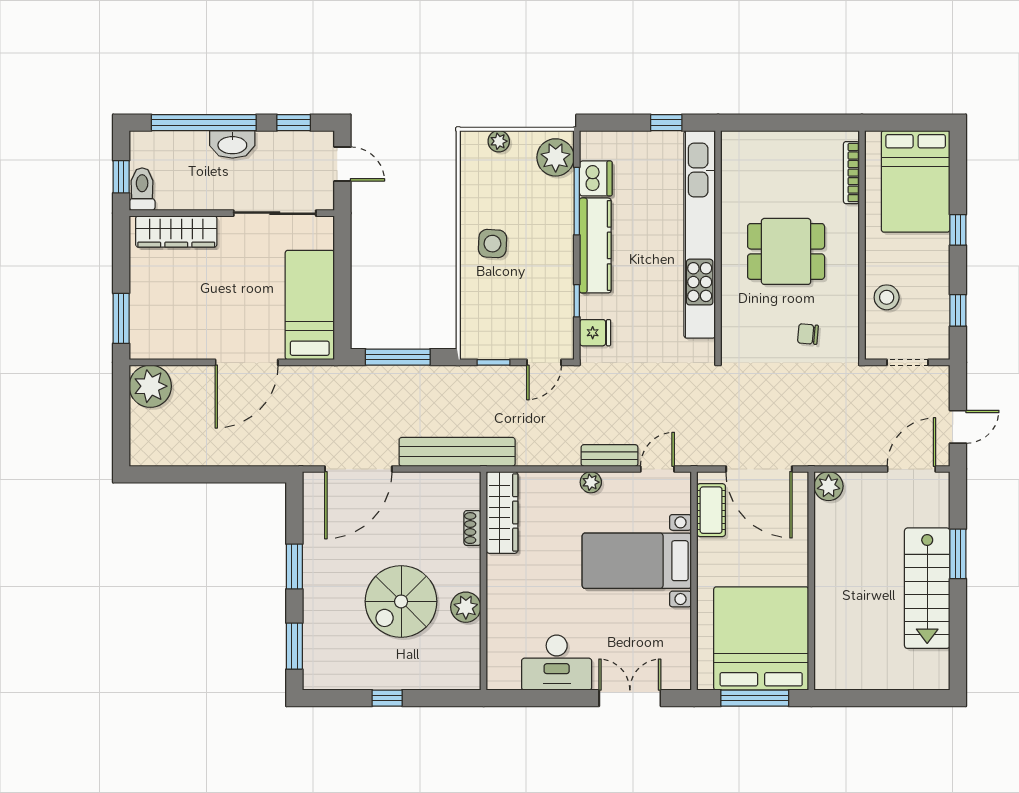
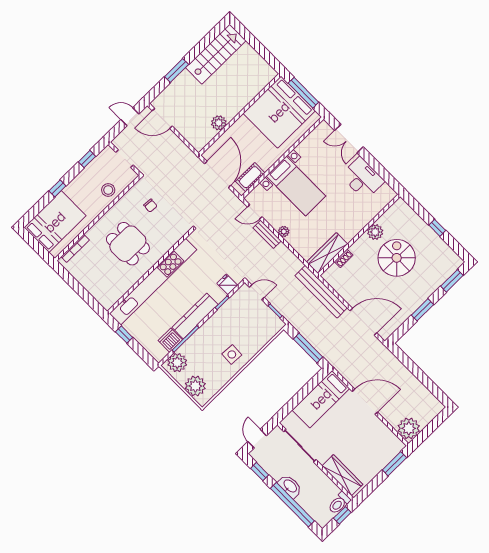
plant: (499, 141) -> (195, 386), width x1.87, depth x1.87
plant: (829, 486) -> (219, 123), moved
stairs: (927, 588) -> (216, 54), moved
spiral stairs: (401, 601) -> (397, 258), turned -90

